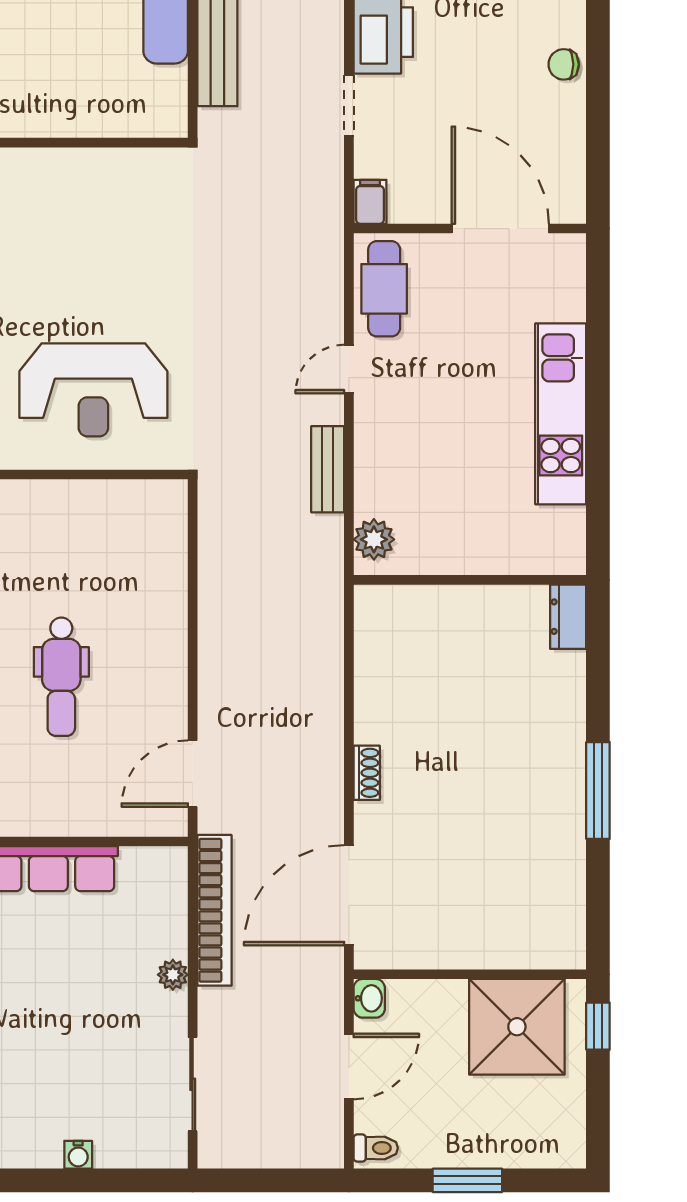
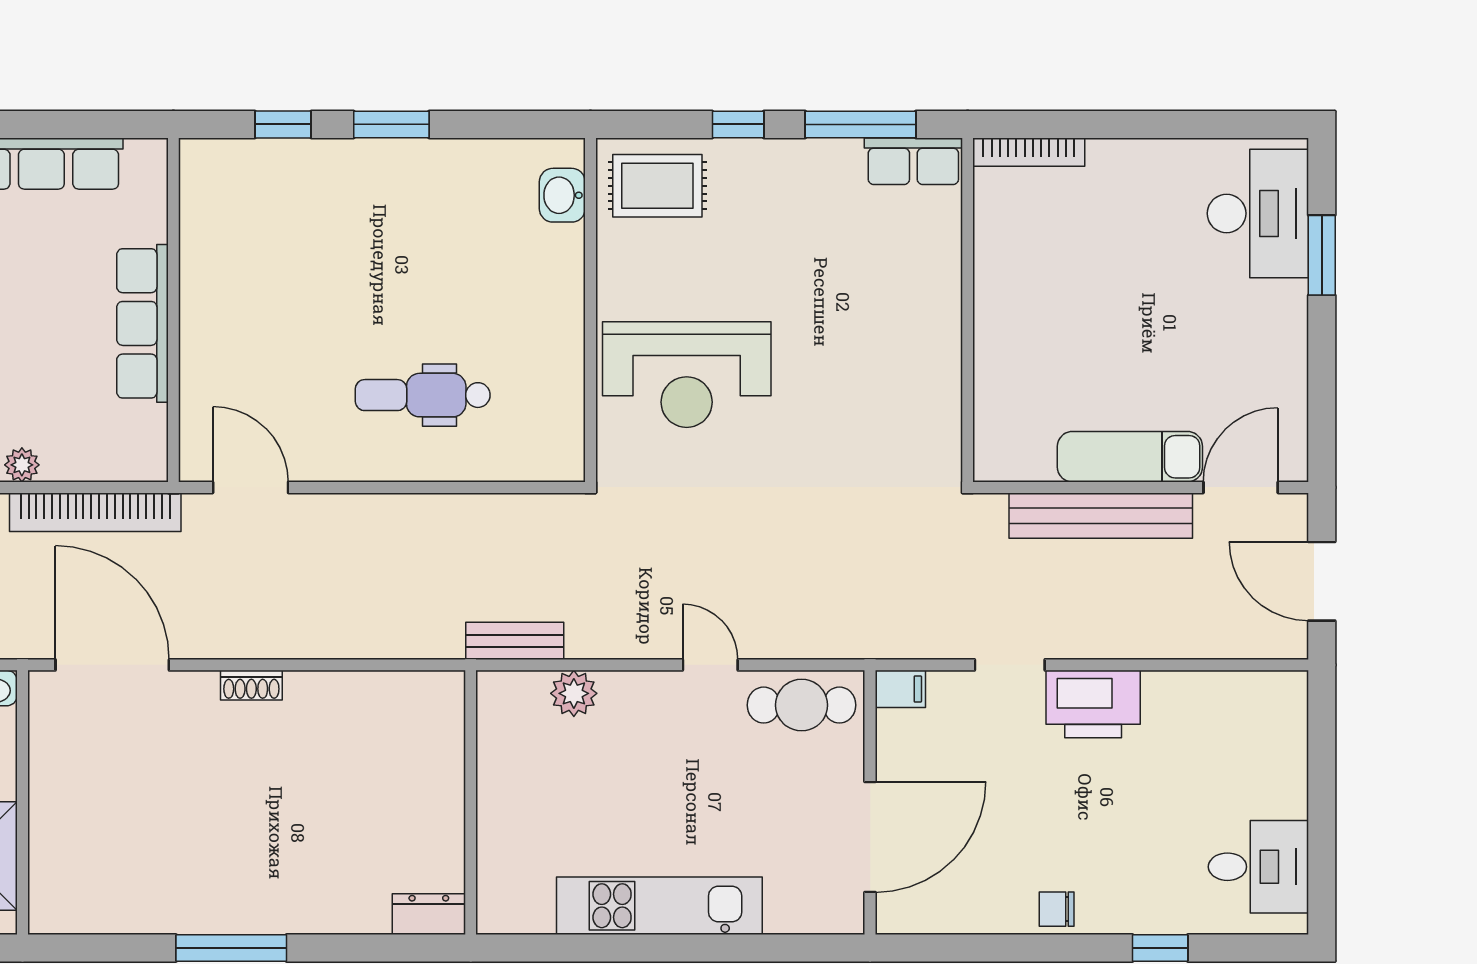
chair: (564, 64) -> (1057, 909), turned -90
reception desk: (93, 390) -> (687, 375), turned -90
bench: (328, 469) -> (515, 641), moved
plant: (374, 539) -> (574, 693), moved
dental chair: (61, 677) -> (423, 395), moved

